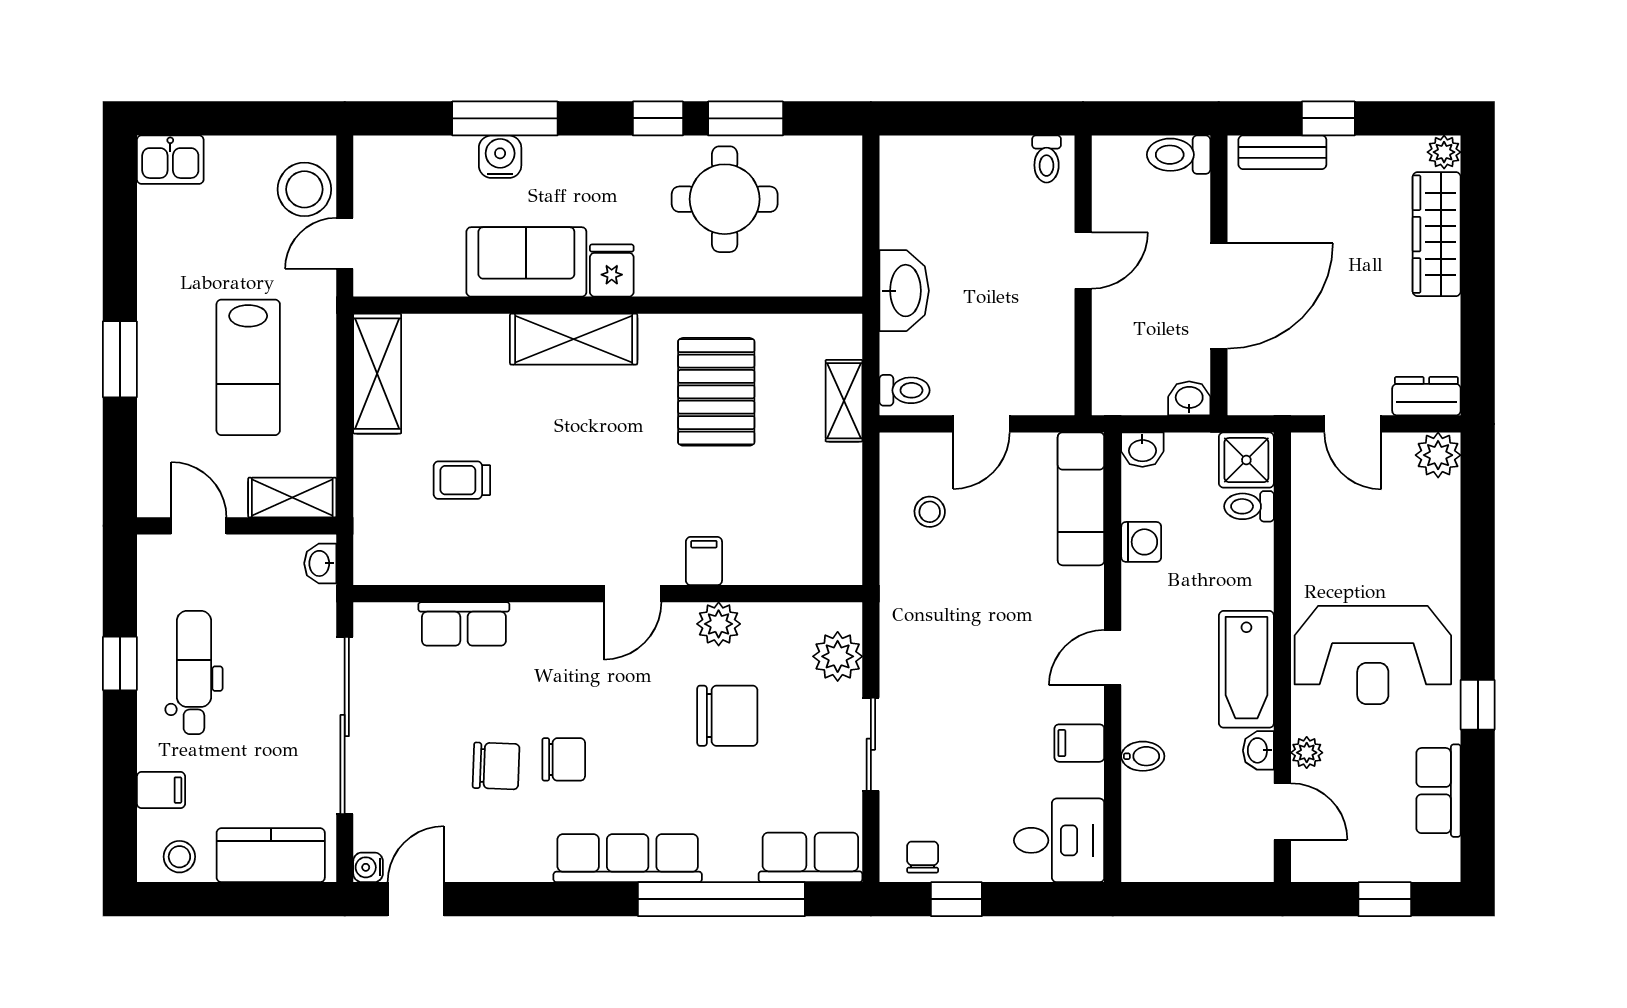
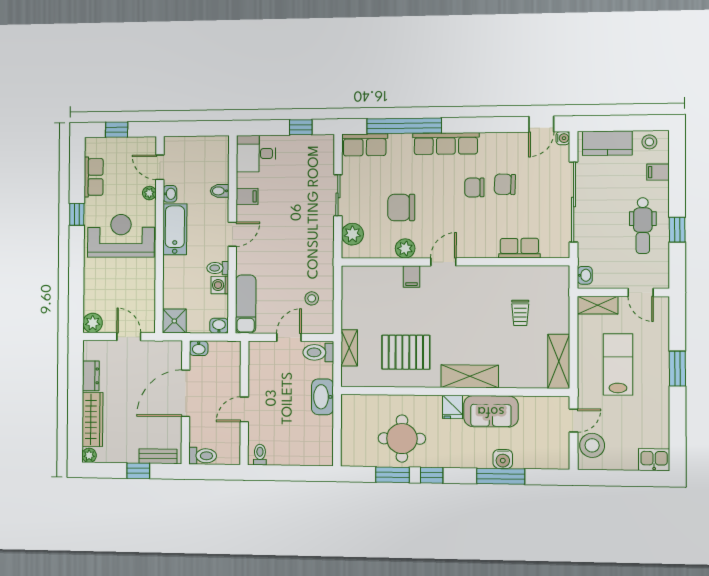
toilet: (904, 390) -> (318, 352), width x1.37, depth x1.39
pallet: (716, 392) -> (406, 352), turned 90
dresser: (1426, 396) -> (91, 376), moved, turned -90
trolley: (462, 480) -> (520, 313), turned 90
toilet: (1249, 506) -> (218, 268), moved, turned 180
chair: (923, 857) -> (315, 146), removed

